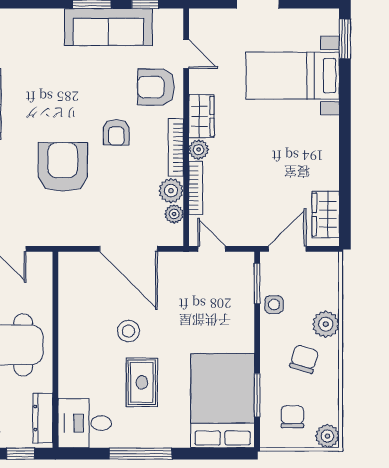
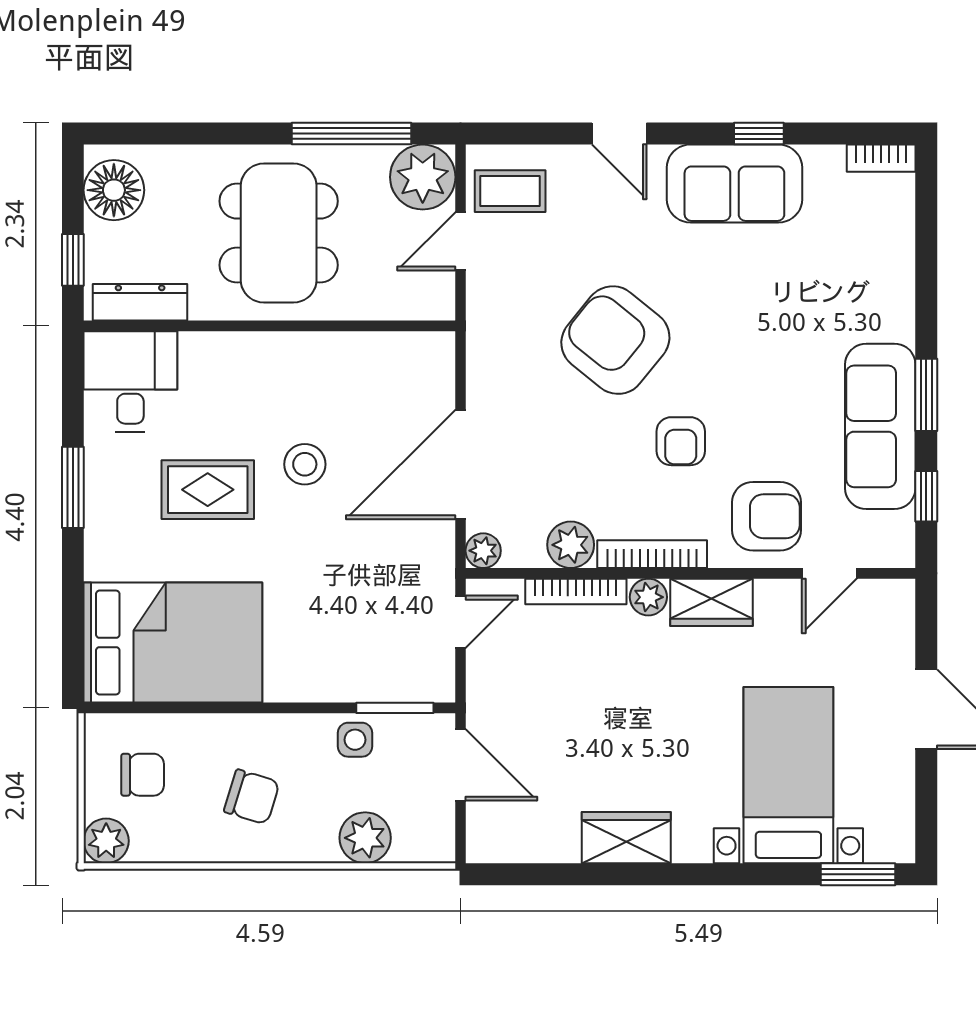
armchair: (156, 87) -> (767, 516), turned 90
armchair: (116, 132) -> (681, 441), turned -90
armchair: (63, 167) -> (615, 340), turned -141
plant: (174, 214) -> (483, 551), moved
wardrobe: (326, 214) -> (626, 838), moved
plant: (326, 324) -> (365, 838), moved
window: (257, 395) -> (183, 708), removed
window: (141, 454) -> (73, 487), width x0.69

